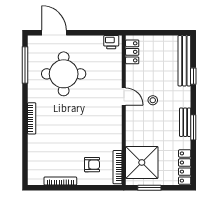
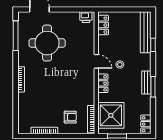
locker: (132, 123) -> (103, 83), added
locker: (185, 167) -> (146, 124), width x0.66

